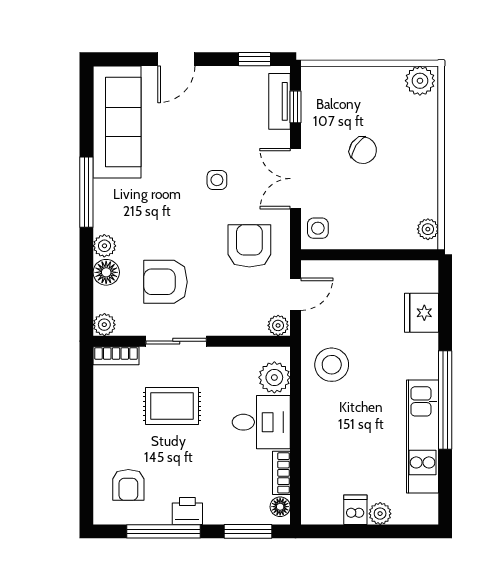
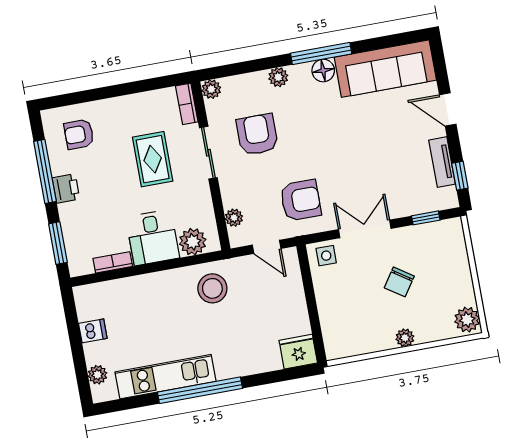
tv unit: (279, 101) -> (442, 162), moved, turned -90
side table: (217, 180) -> (352, 162), removed
plant: (428, 229) -> (405, 338), moved
floor lamp: (106, 272) -> (323, 71), moved
fridge: (422, 313) -> (298, 352), moved
plant: (278, 325) -> (234, 218), moved
floor lamp: (280, 507) -> (84, 267), removed
plant: (380, 514) -> (97, 375), moved

